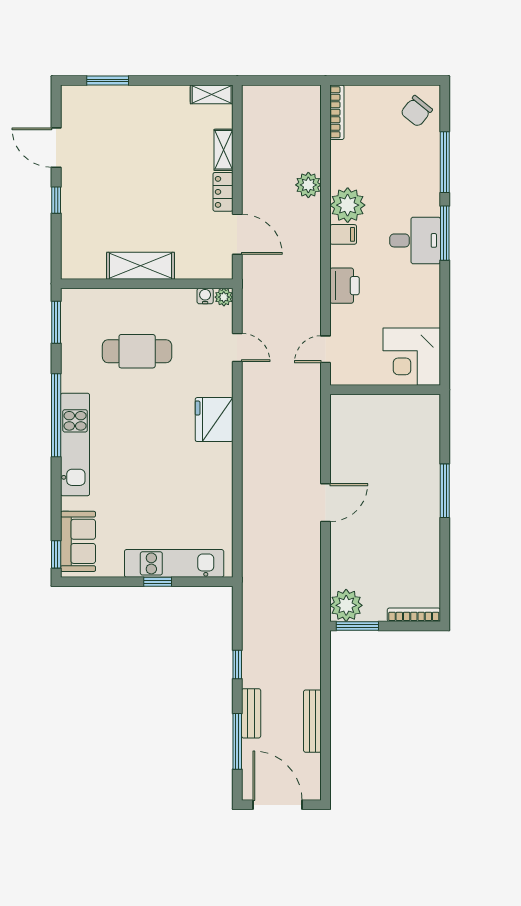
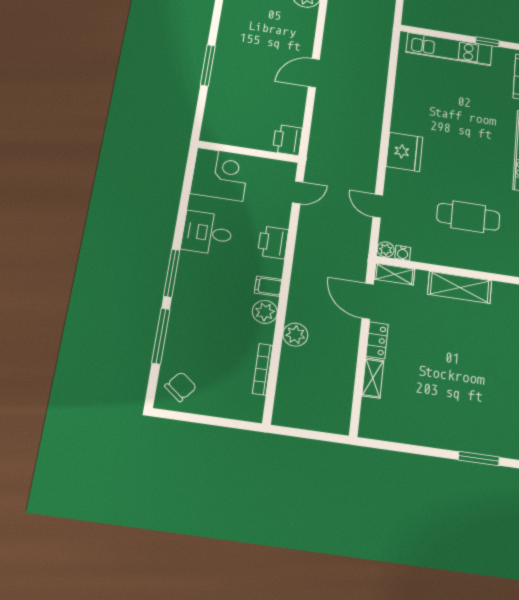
shelving: (212, 94) -> (394, 274), moved
bookcase: (337, 112) -> (263, 369), moved
plant: (348, 205) -> (265, 312), width x0.73, depth x0.73
desk: (415, 240) -> (207, 233), moved
printer: (345, 412) -> (287, 140), added
window: (158, 582) -> (487, 42), moved

